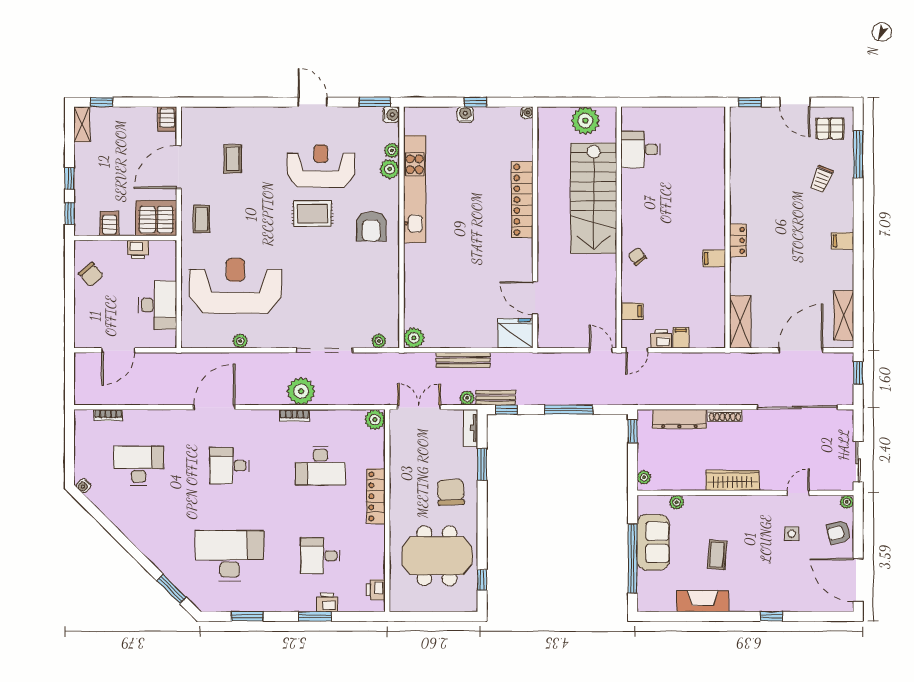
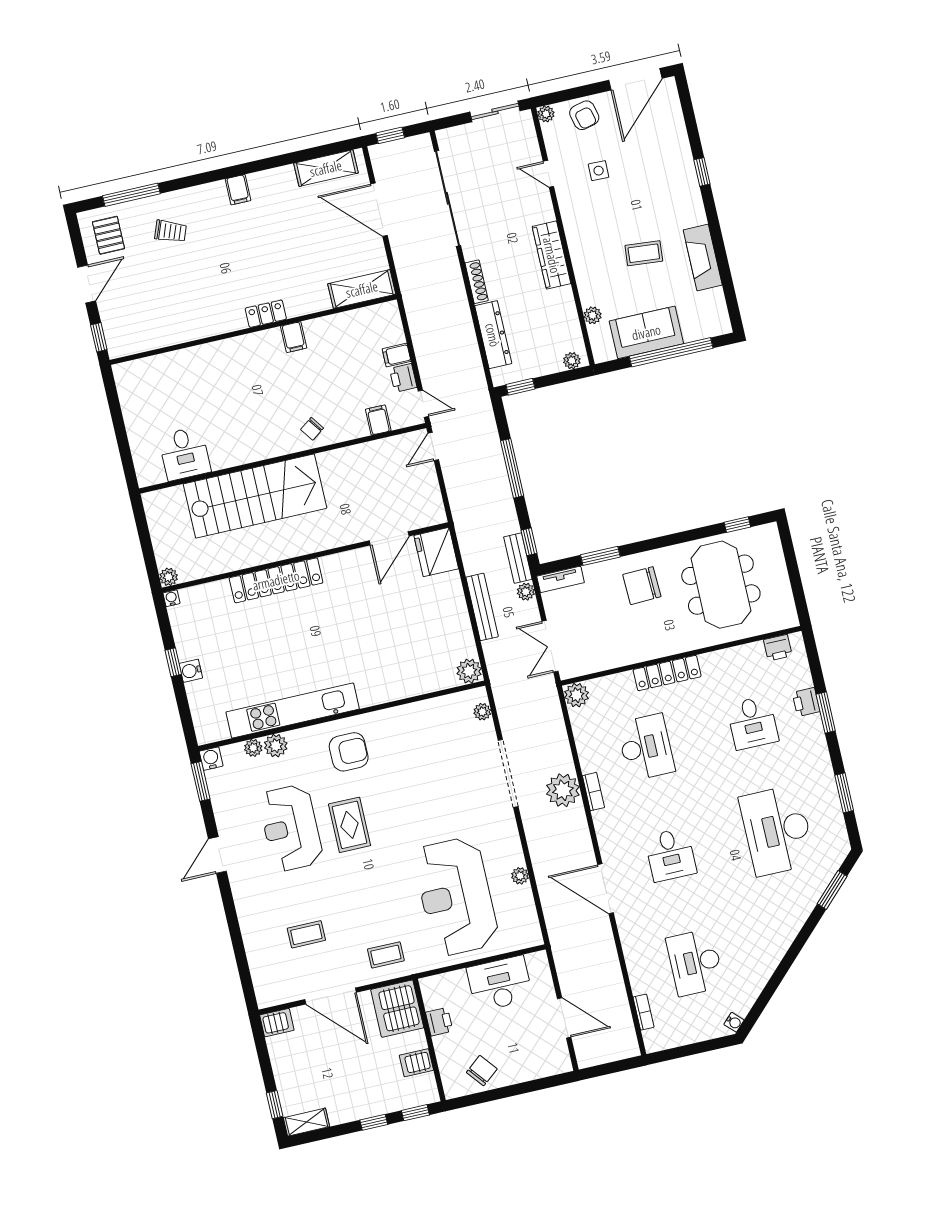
plant: (585, 121) -> (169, 577), moved, width x0.53, depth x0.53

